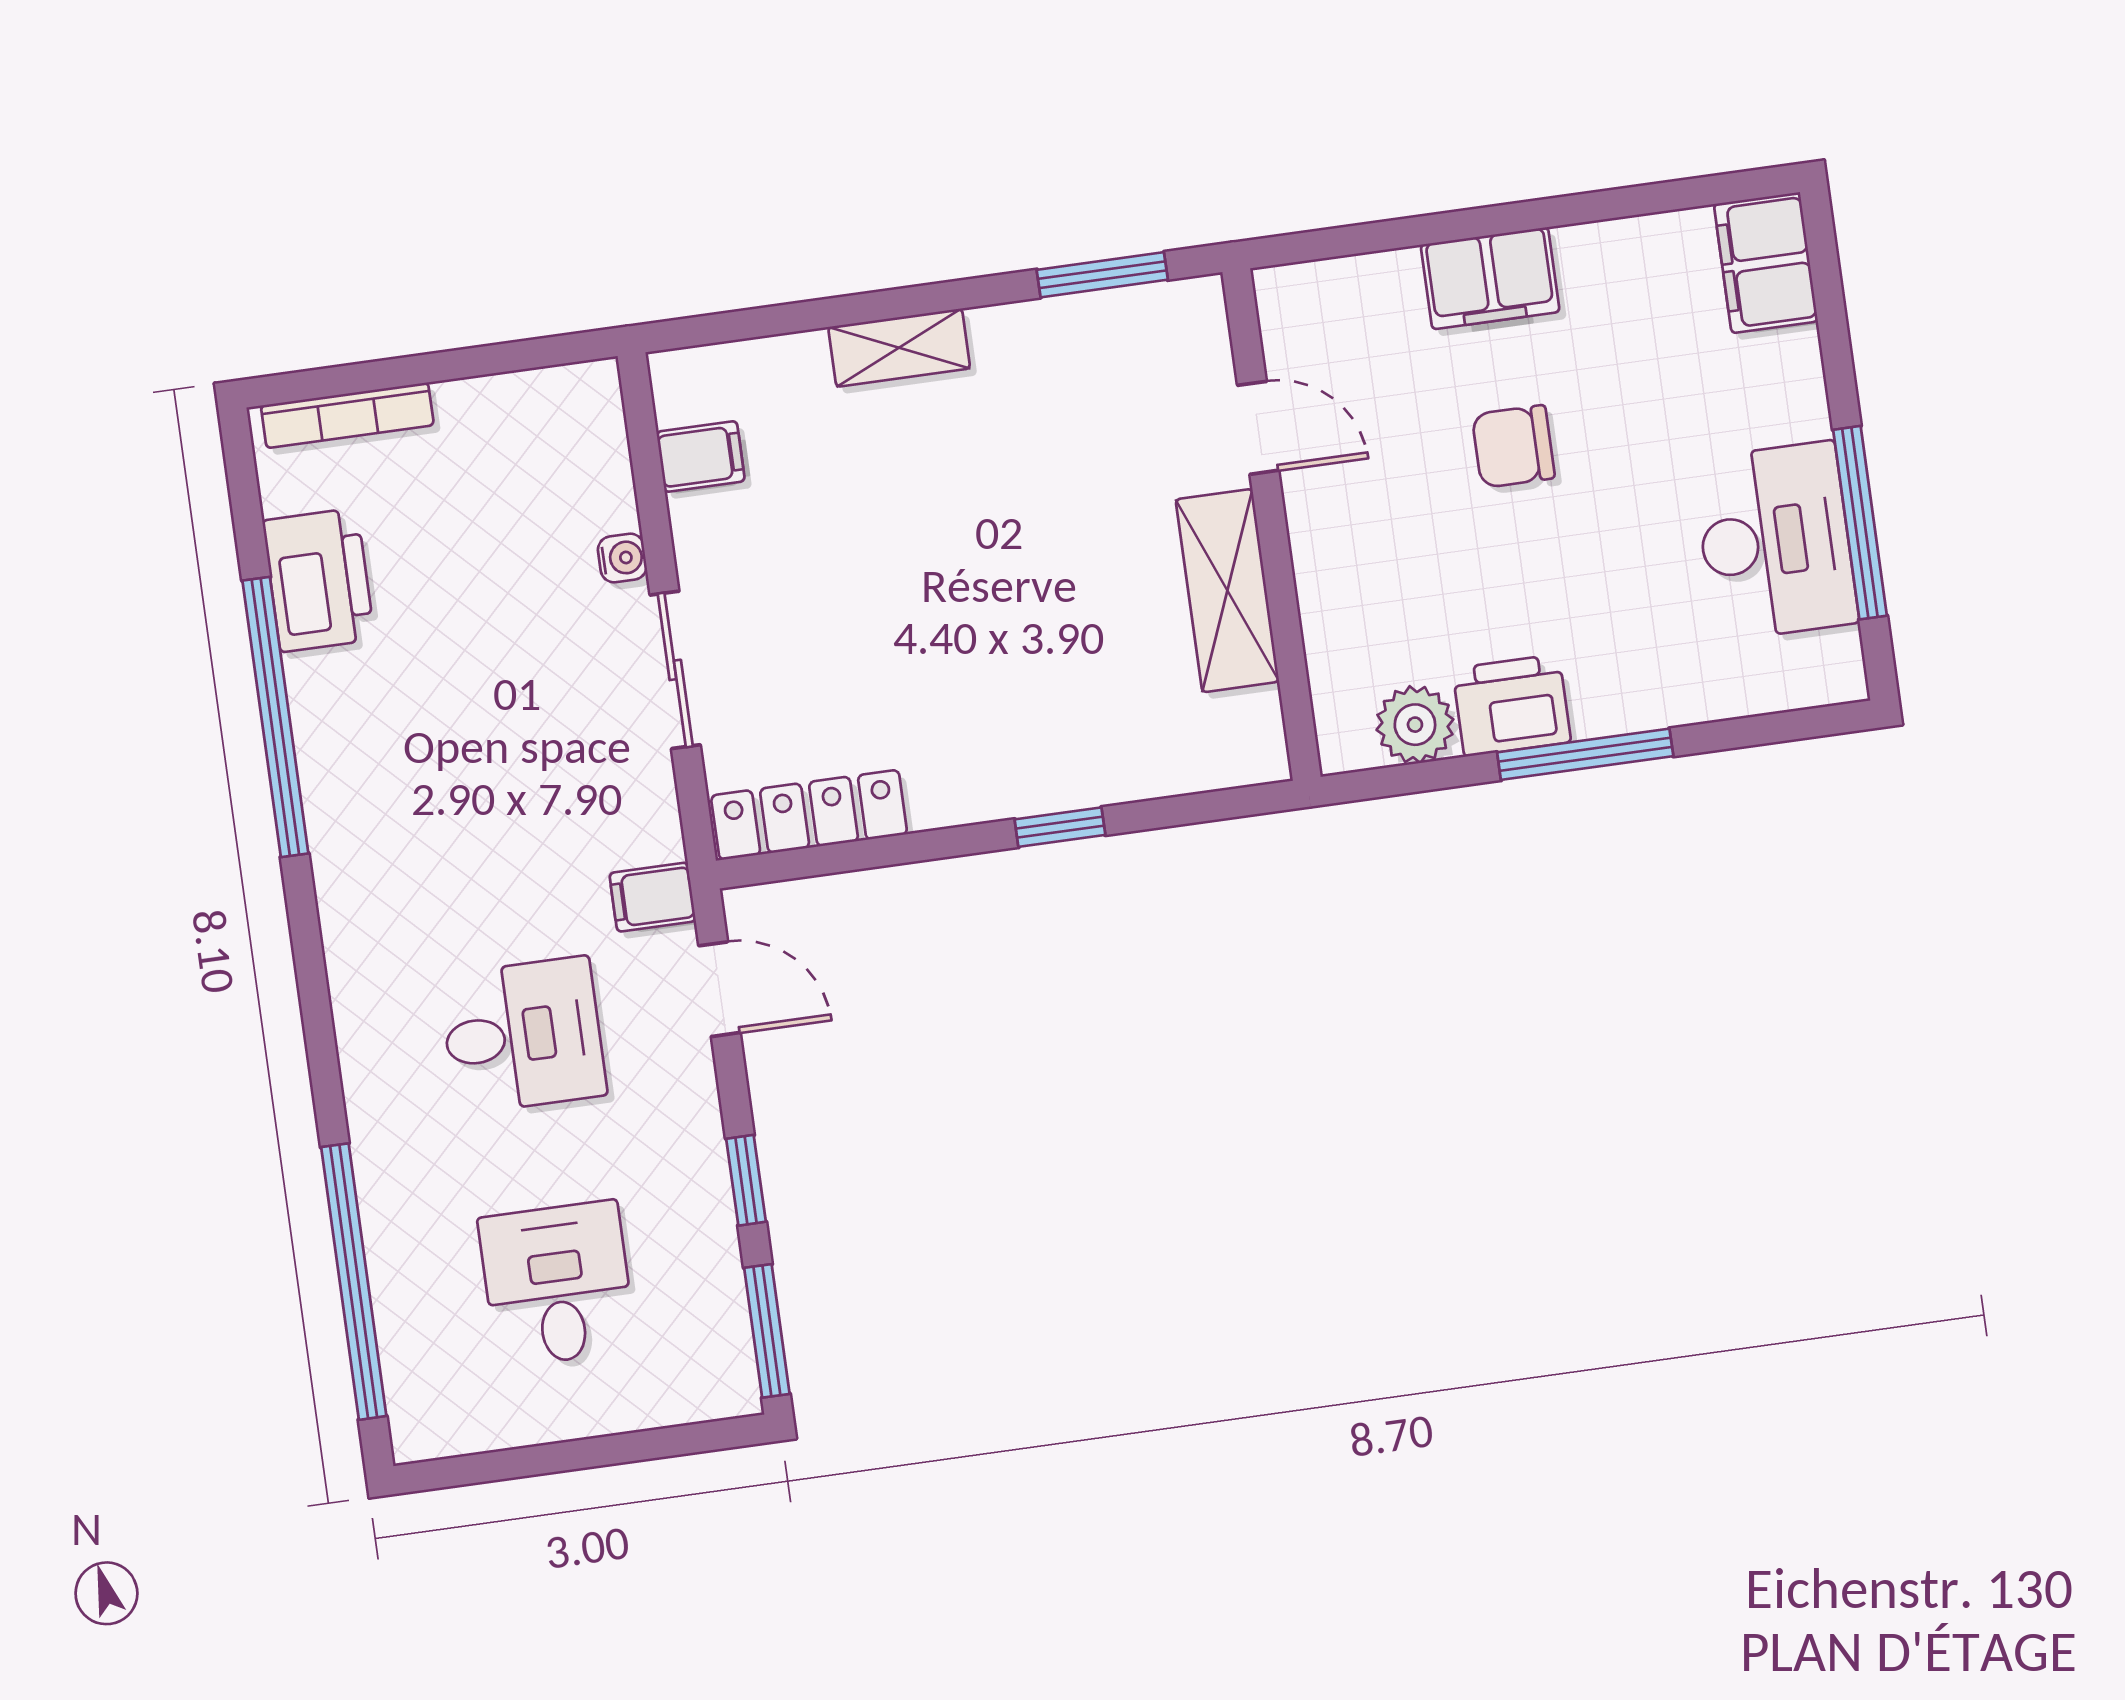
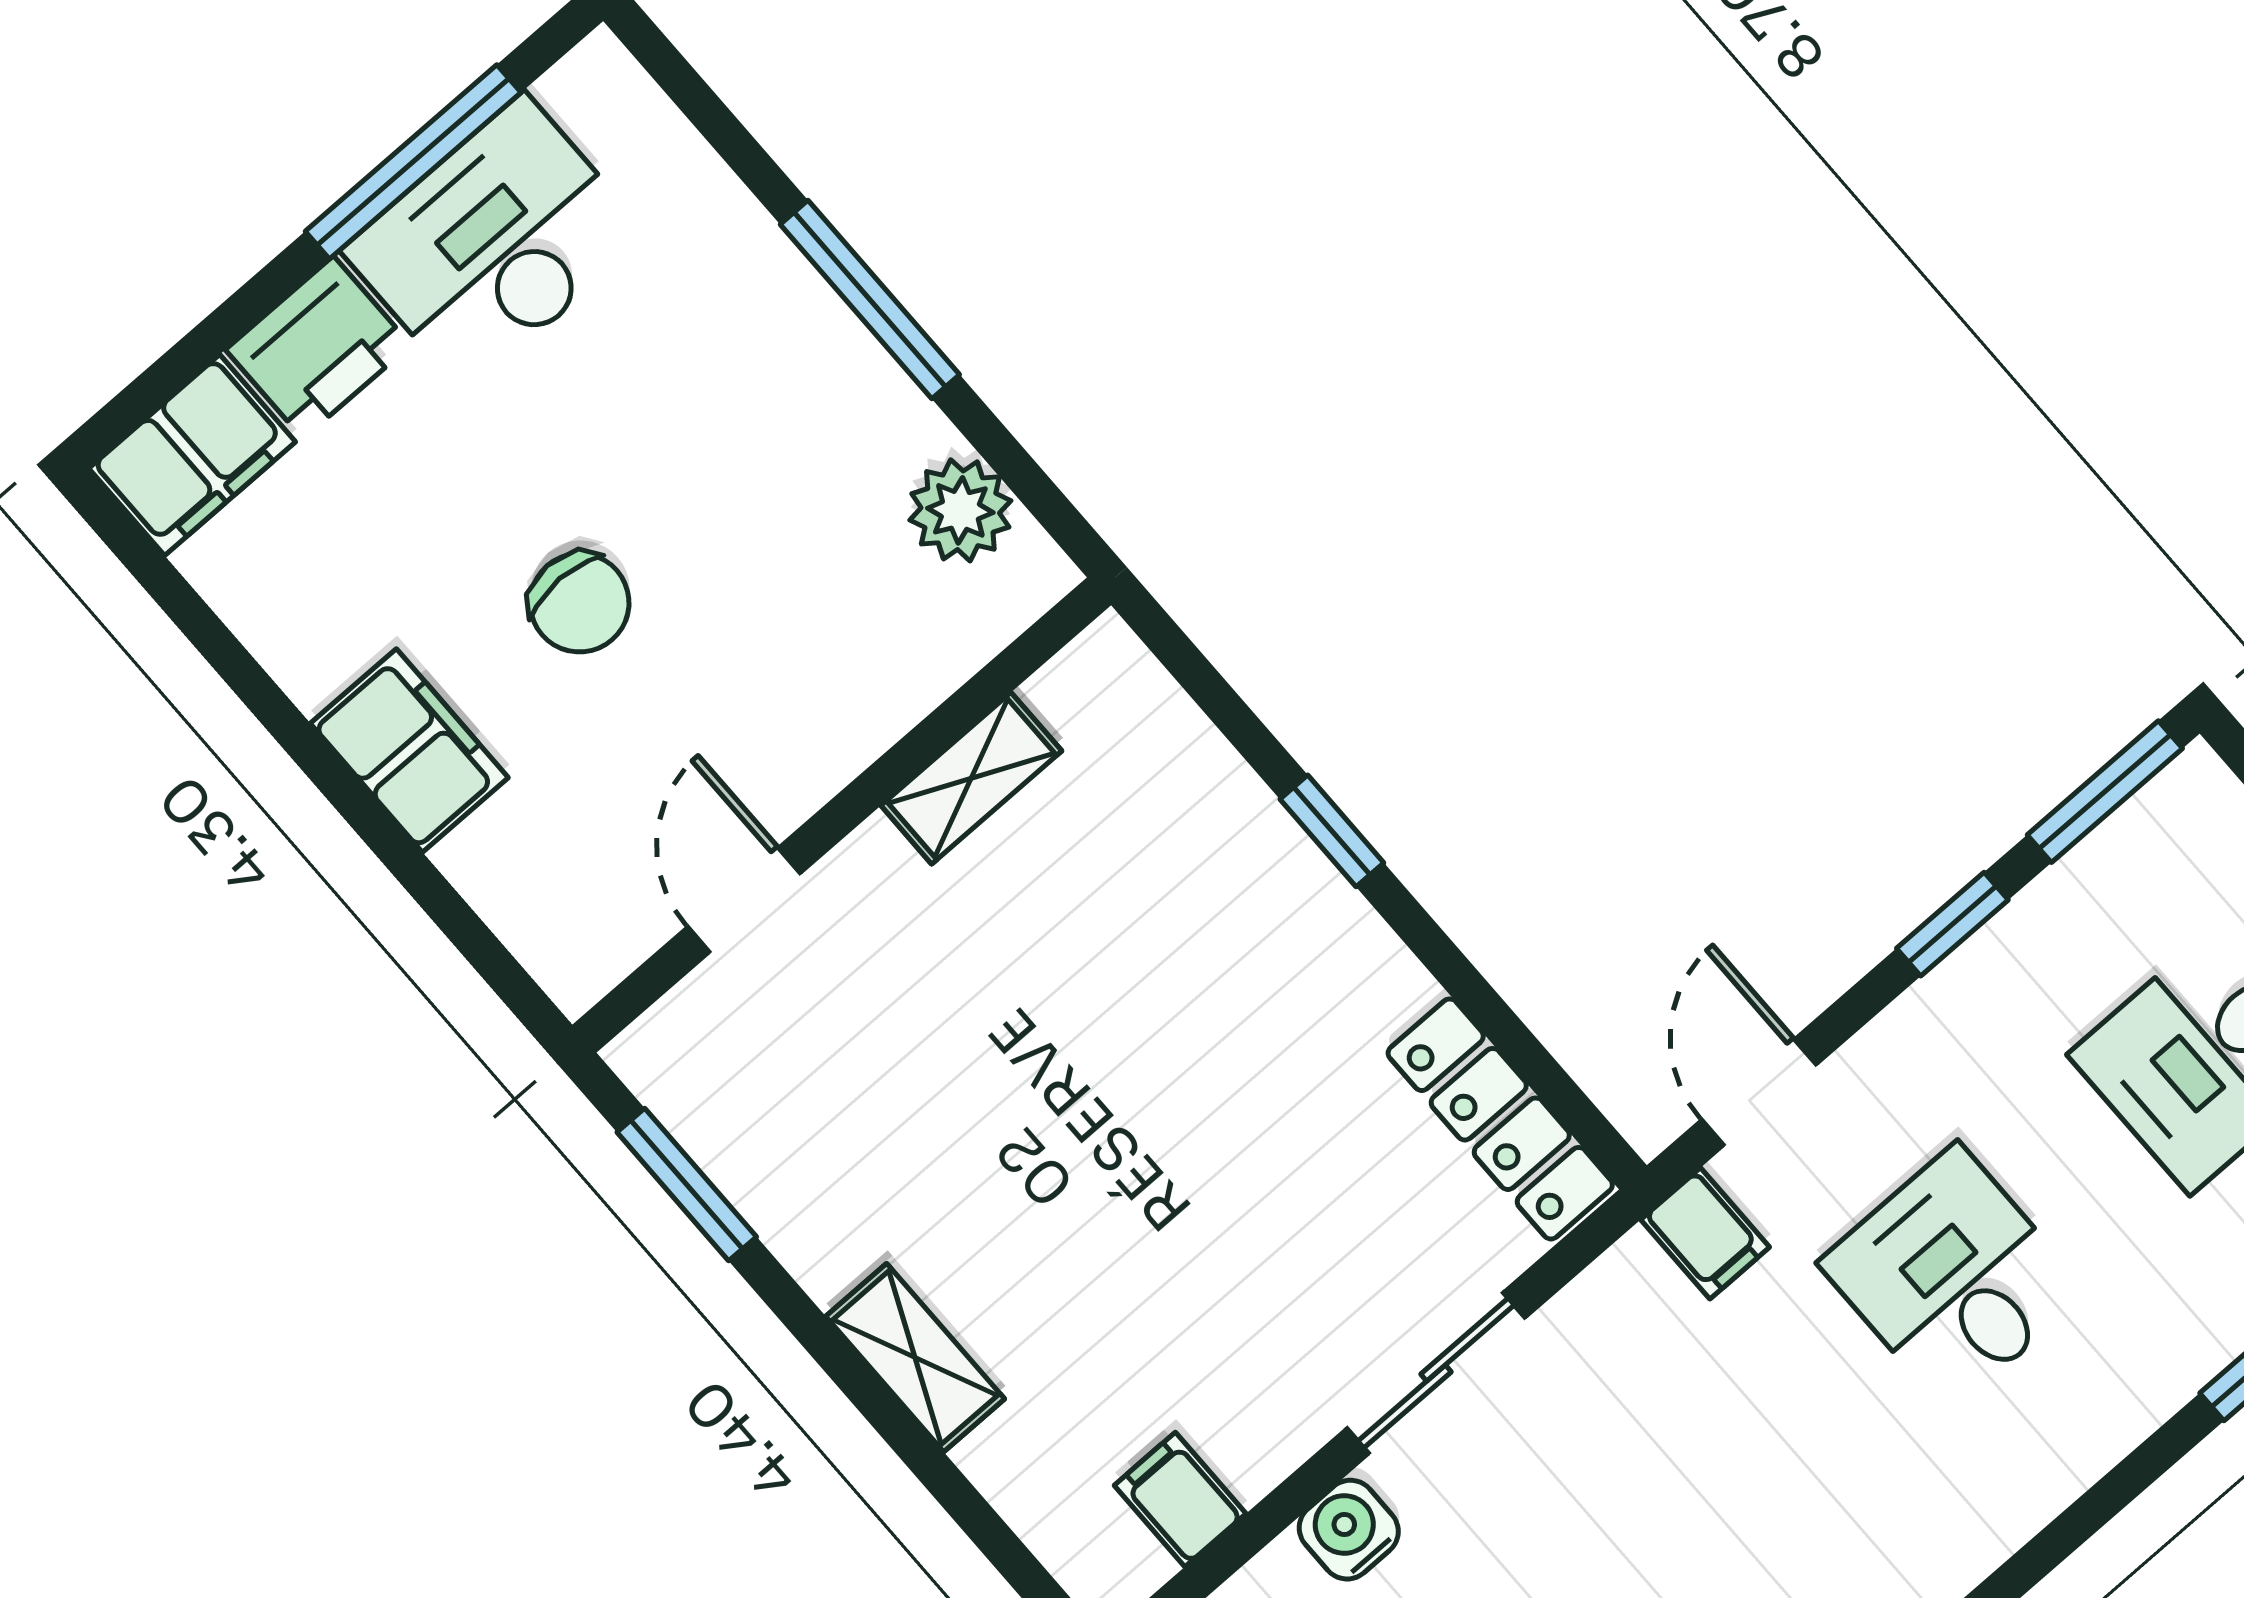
water cooler: (622, 558) -> (1349, 1530), width x1.38, depth x1.38
shelving: (1227, 591) -> (971, 778), width x0.67, depth x0.75
printer: (1512, 705) -> (318, 347), moved, turned -90

